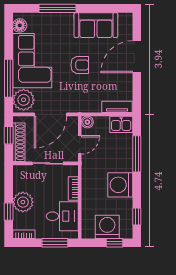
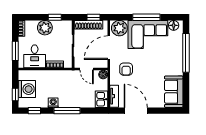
window: (58, 8) -> (186, 53), width x1.46
sofa: (96, 25) -> (174, 92), moved
door: (137, 57) -> (136, 111), moved
armchair: (80, 65) -> (126, 69), moved
window: (9, 78) -> (146, 17), moved
door: (50, 114) -> (109, 48), hinge flipped
window: (137, 154) -> (67, 111), moved
washing machine: (120, 185) -> (53, 103), width x0.53, depth x0.53
window: (9, 212) -> (55, 17), moved

